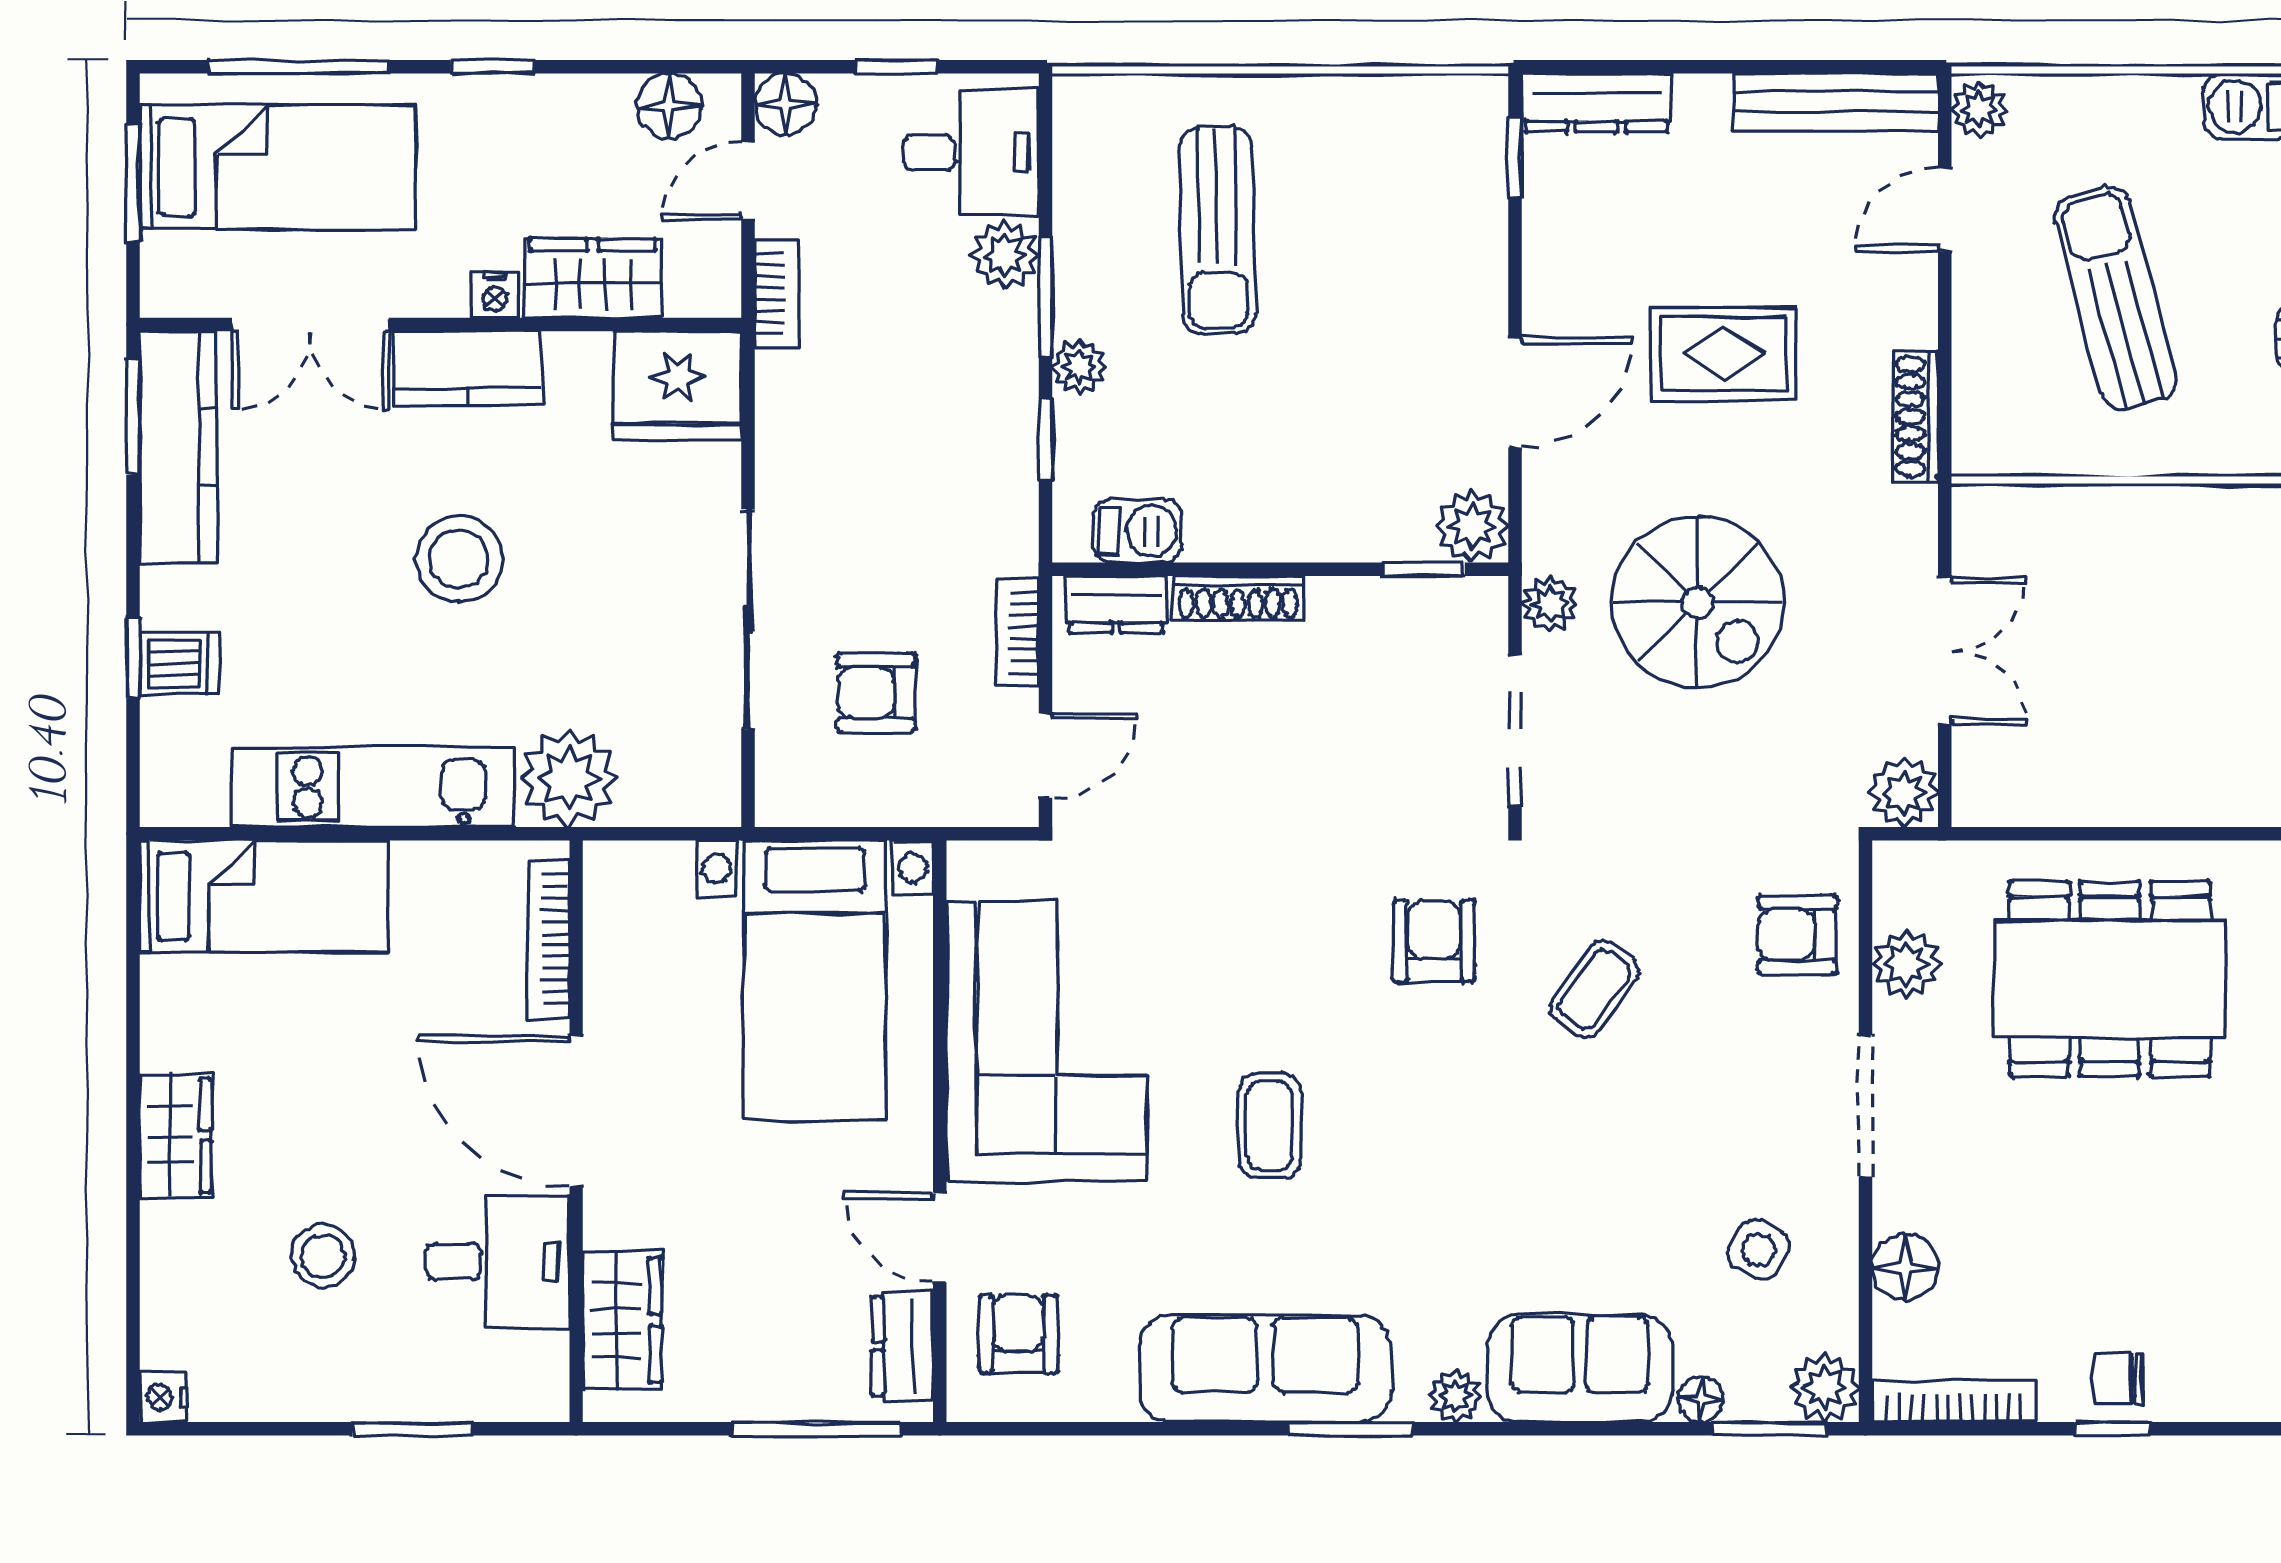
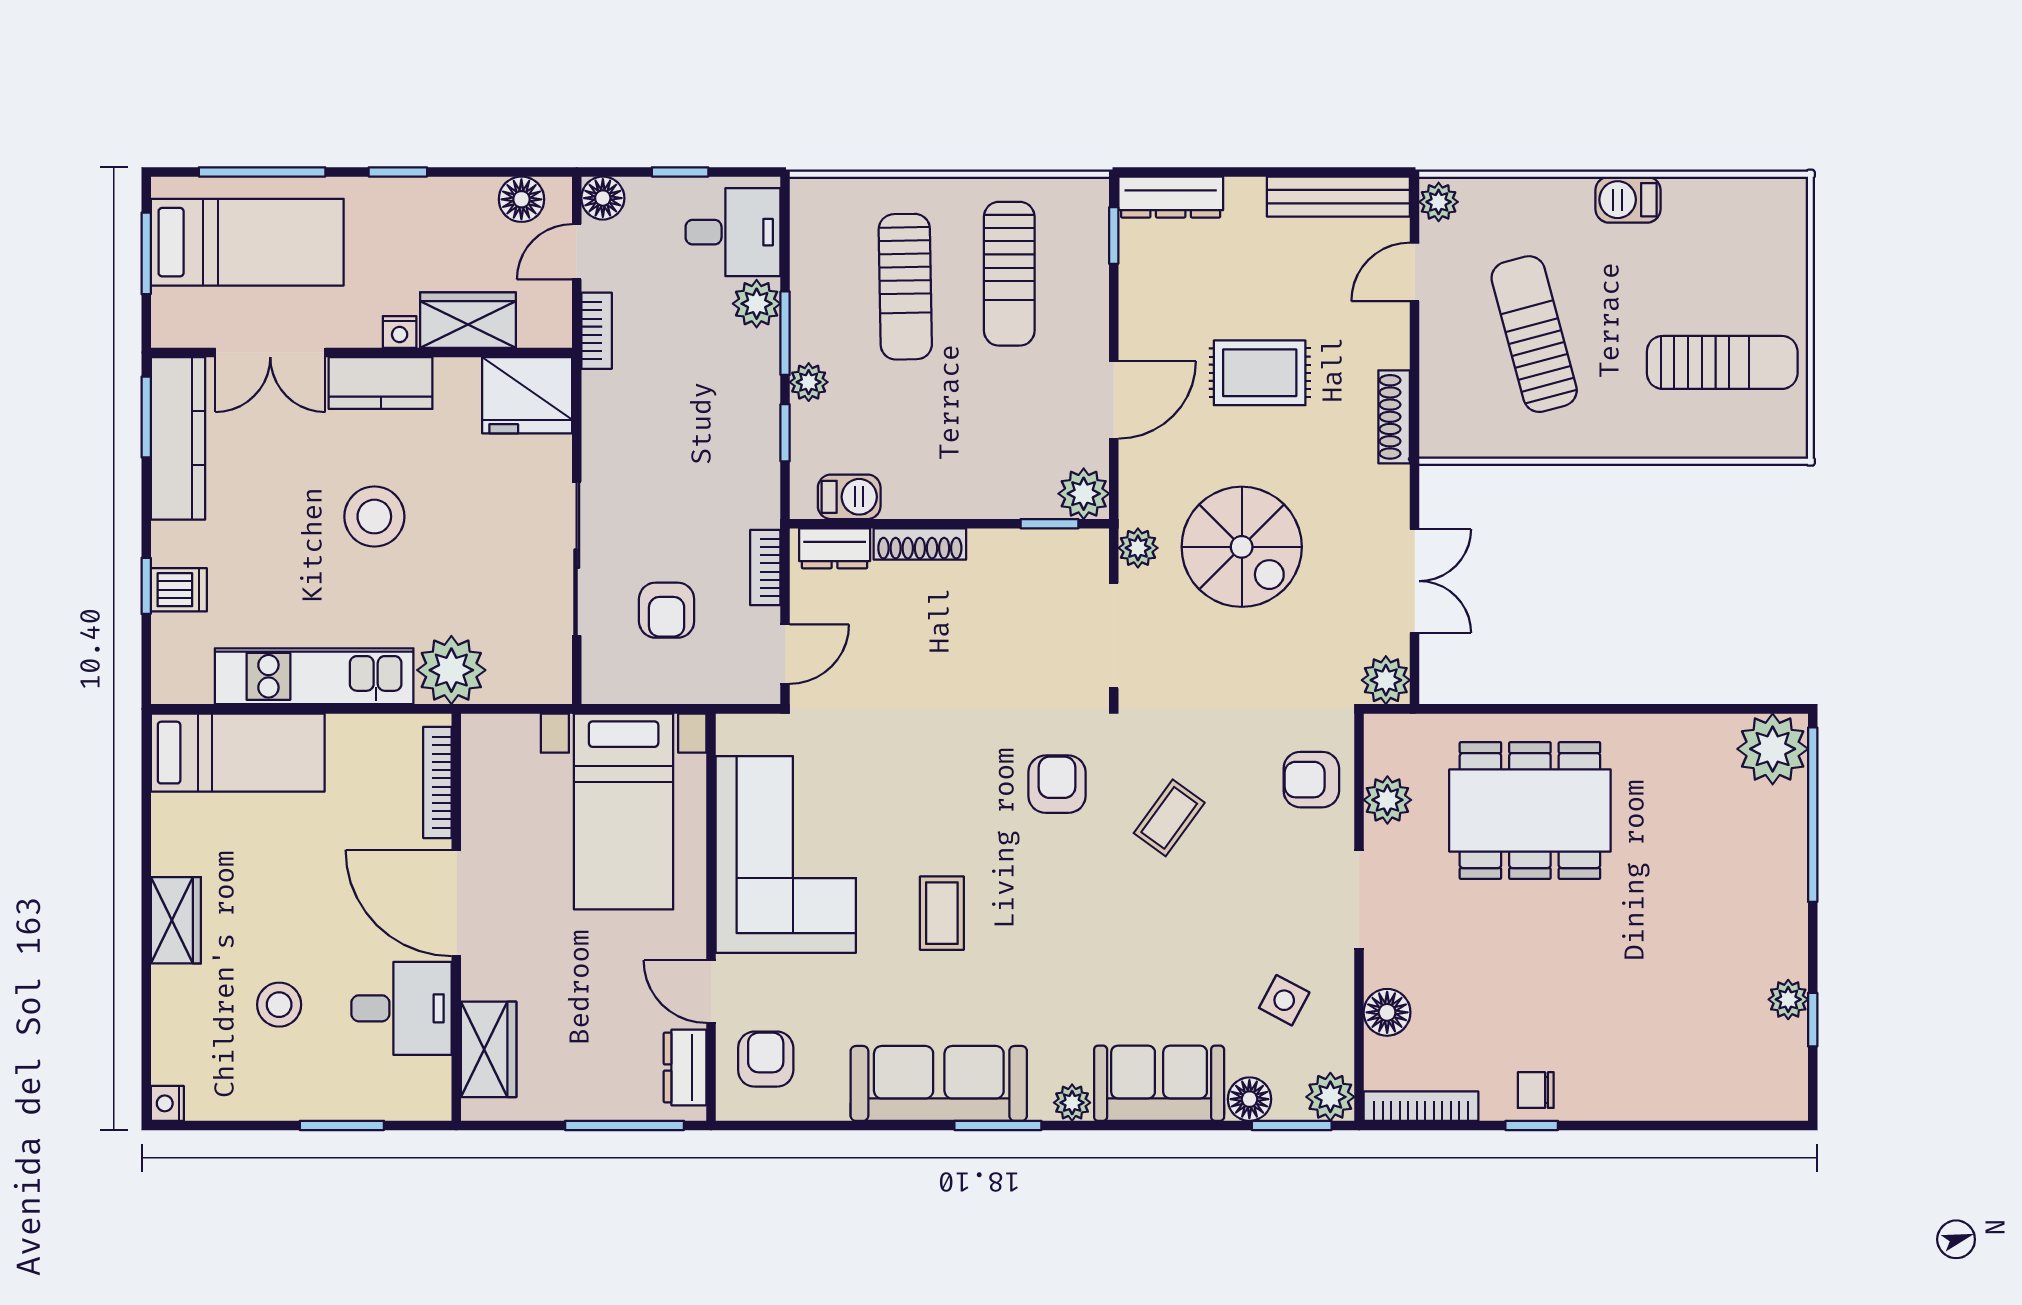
sun lounger: (1366, 212) -> (1009, 274), added
armchair: (876, 693) -> (667, 610), turned -90
floor lamp: (1701, 1400) -> (1249, 1099), width x1.37, depth x1.37

